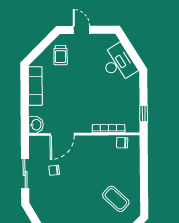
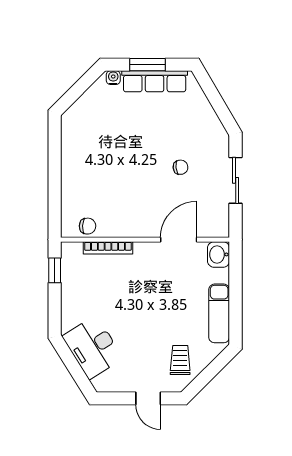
chair: (54, 170) -> (180, 167), moved
coffee table: (116, 199) -> (98, 141), removed

